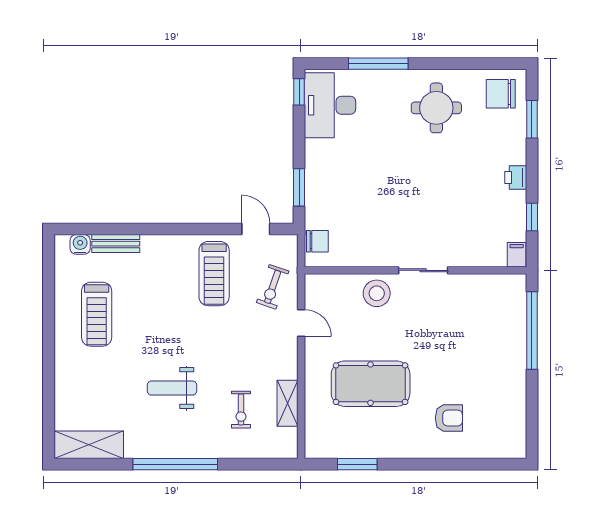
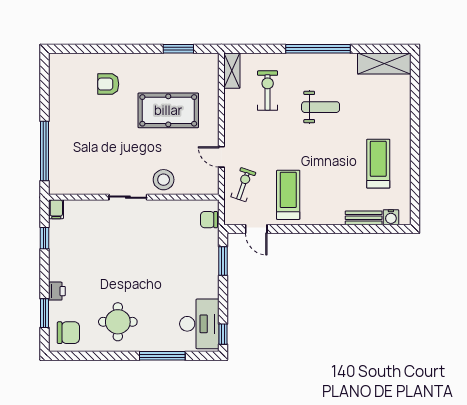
printer: (516, 177) -> (57, 291), moved
shelving: (288, 403) -> (232, 71), moved
exercise bike: (241, 410) -> (268, 91), width x1.38, depth x1.39

